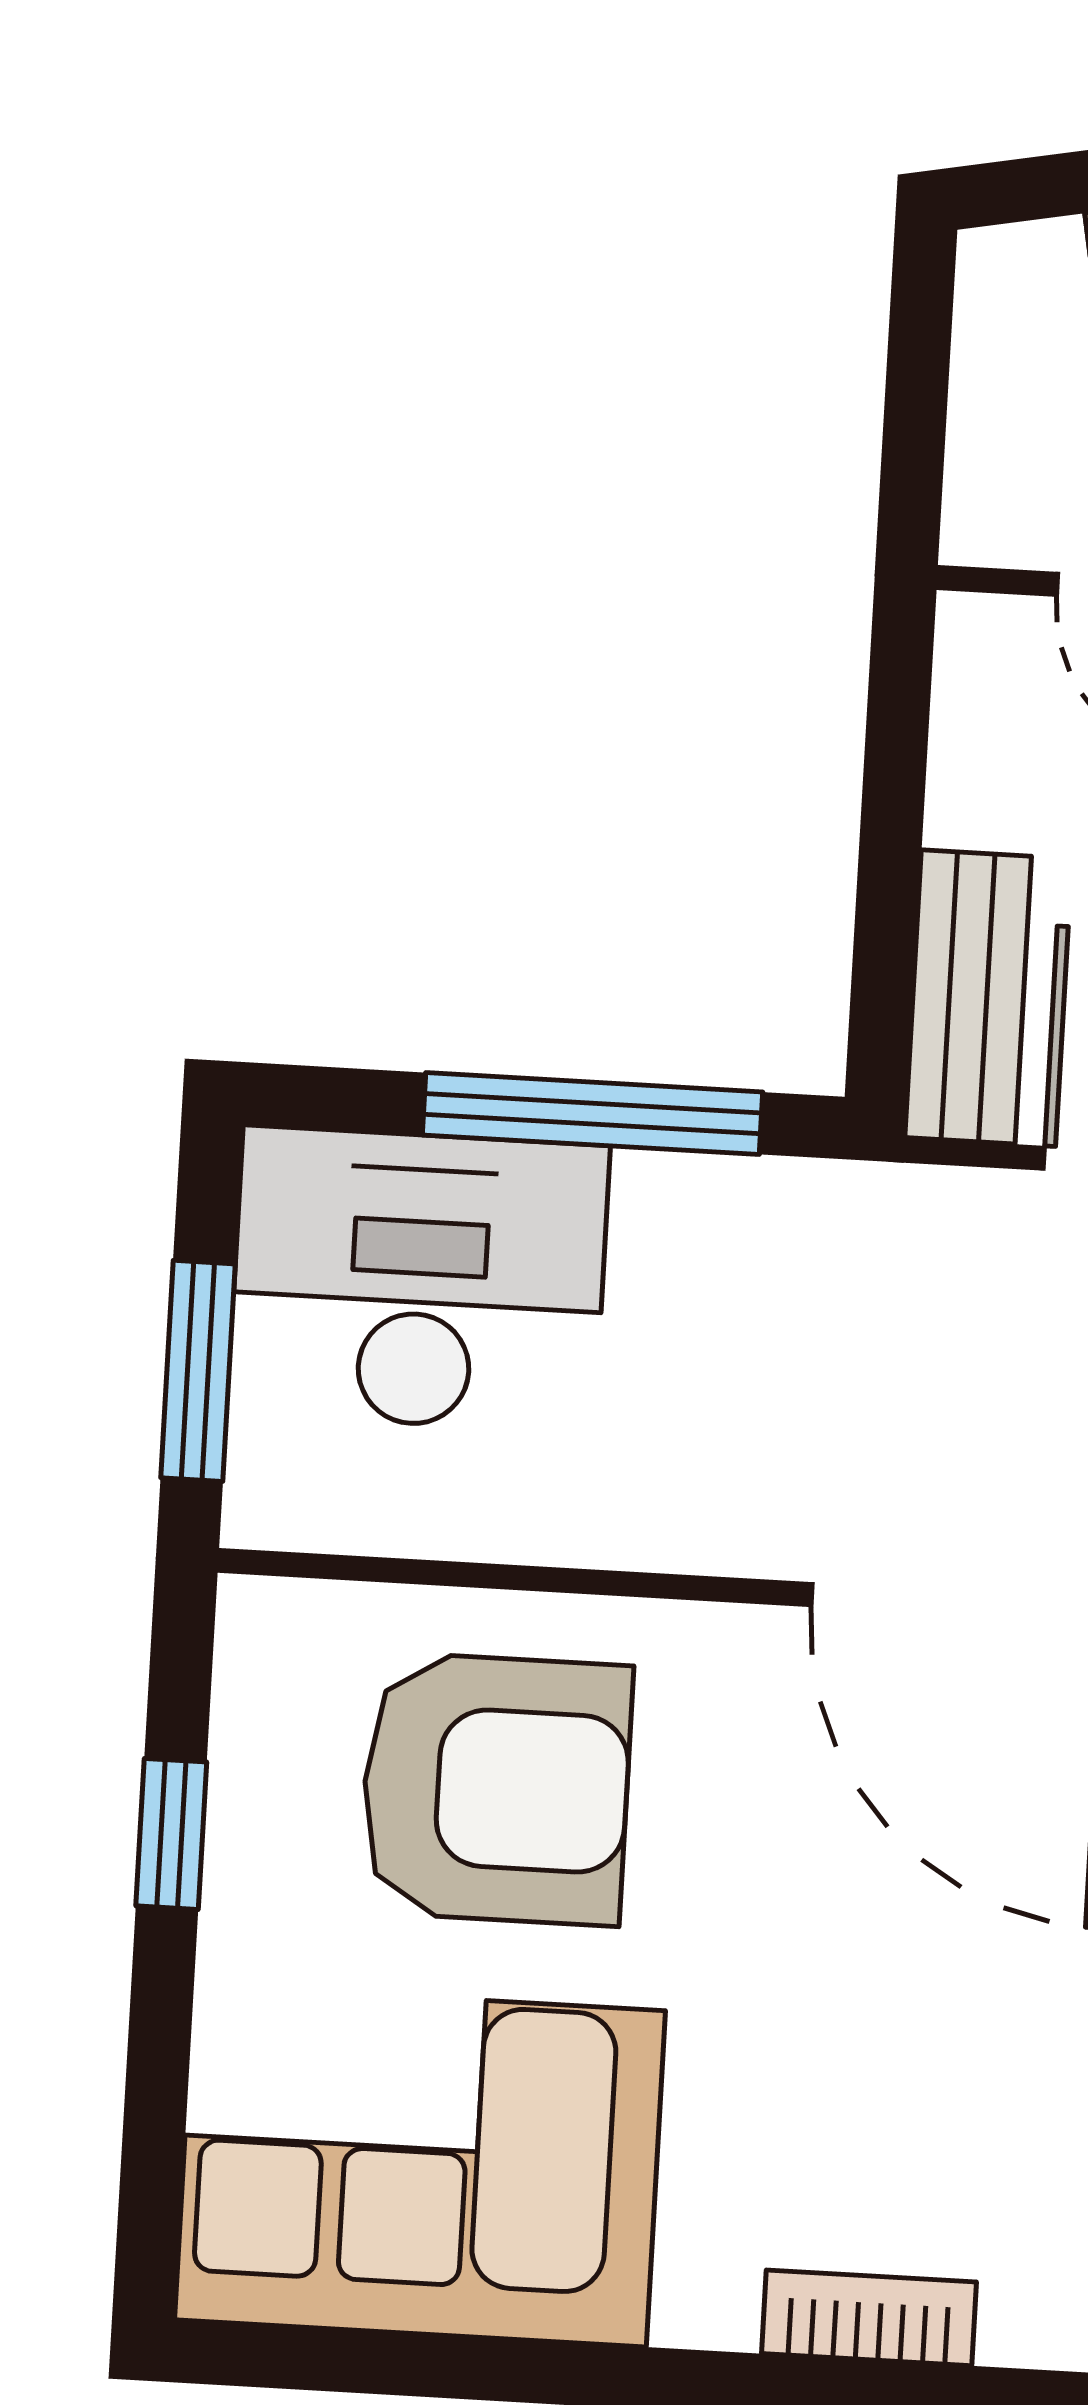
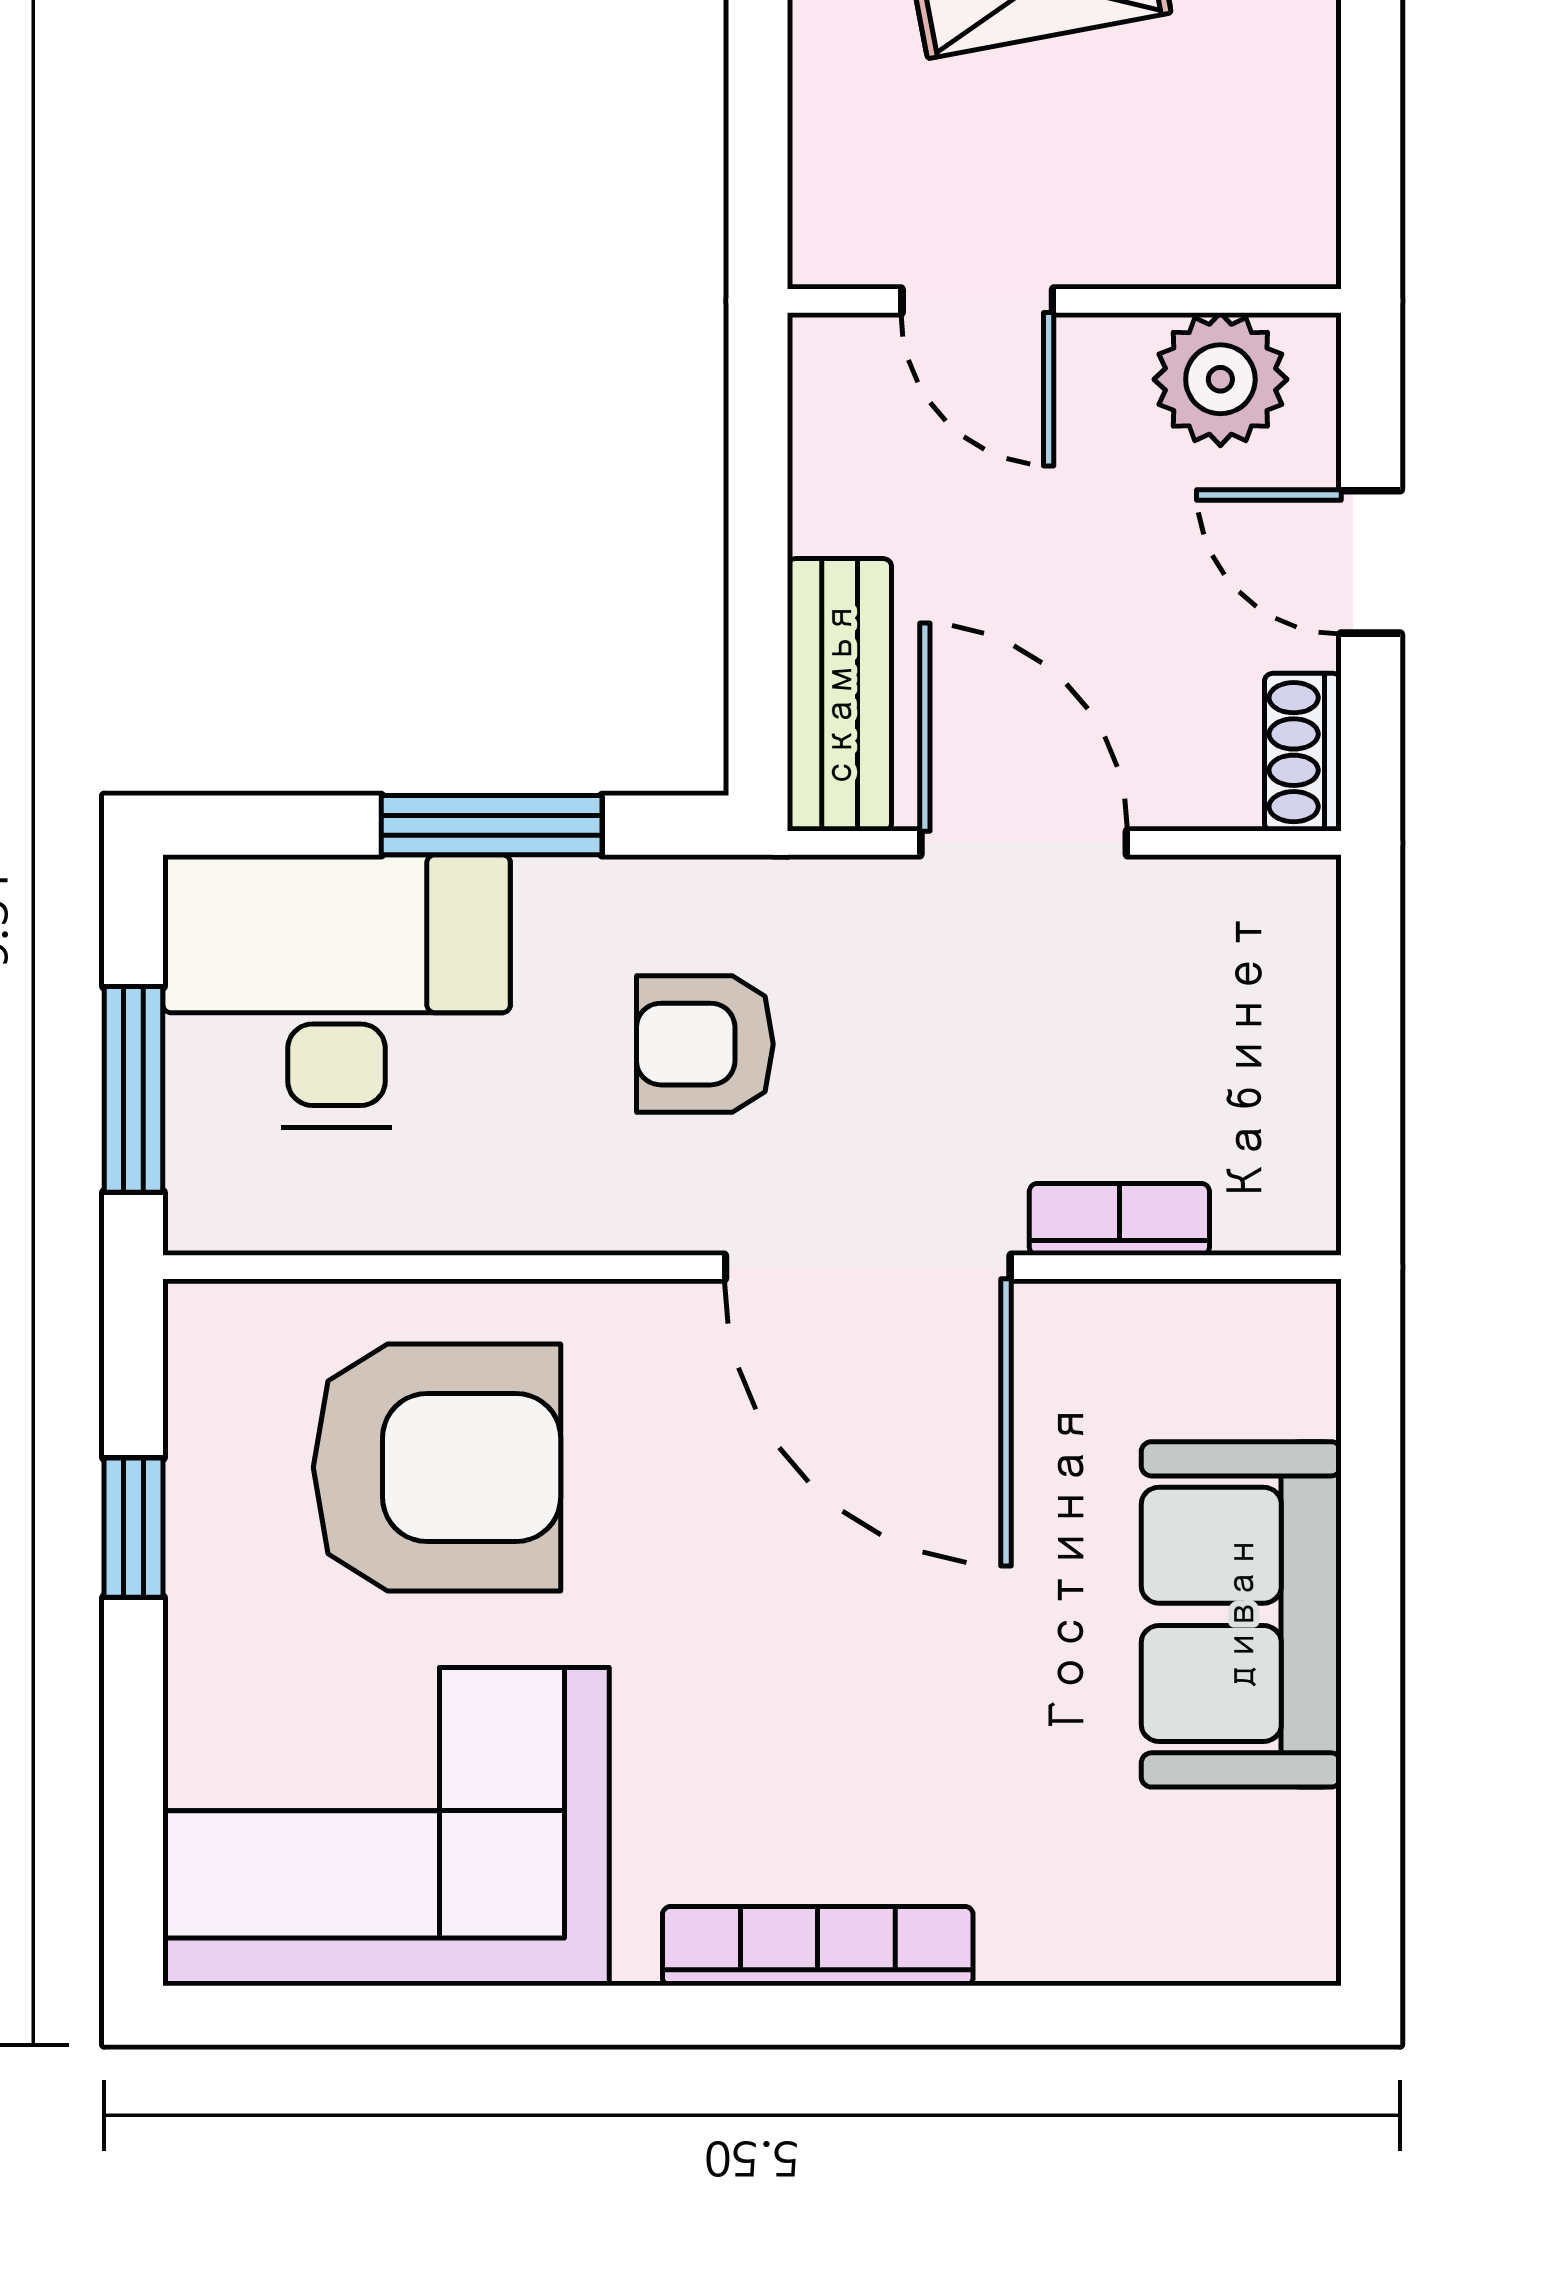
window: (593, 1113) -> (492, 825), width x0.69
armchair: (805, 1358) -> (705, 1044), added
bookcase: (869, 2318) -> (818, 1946), width x1.56

